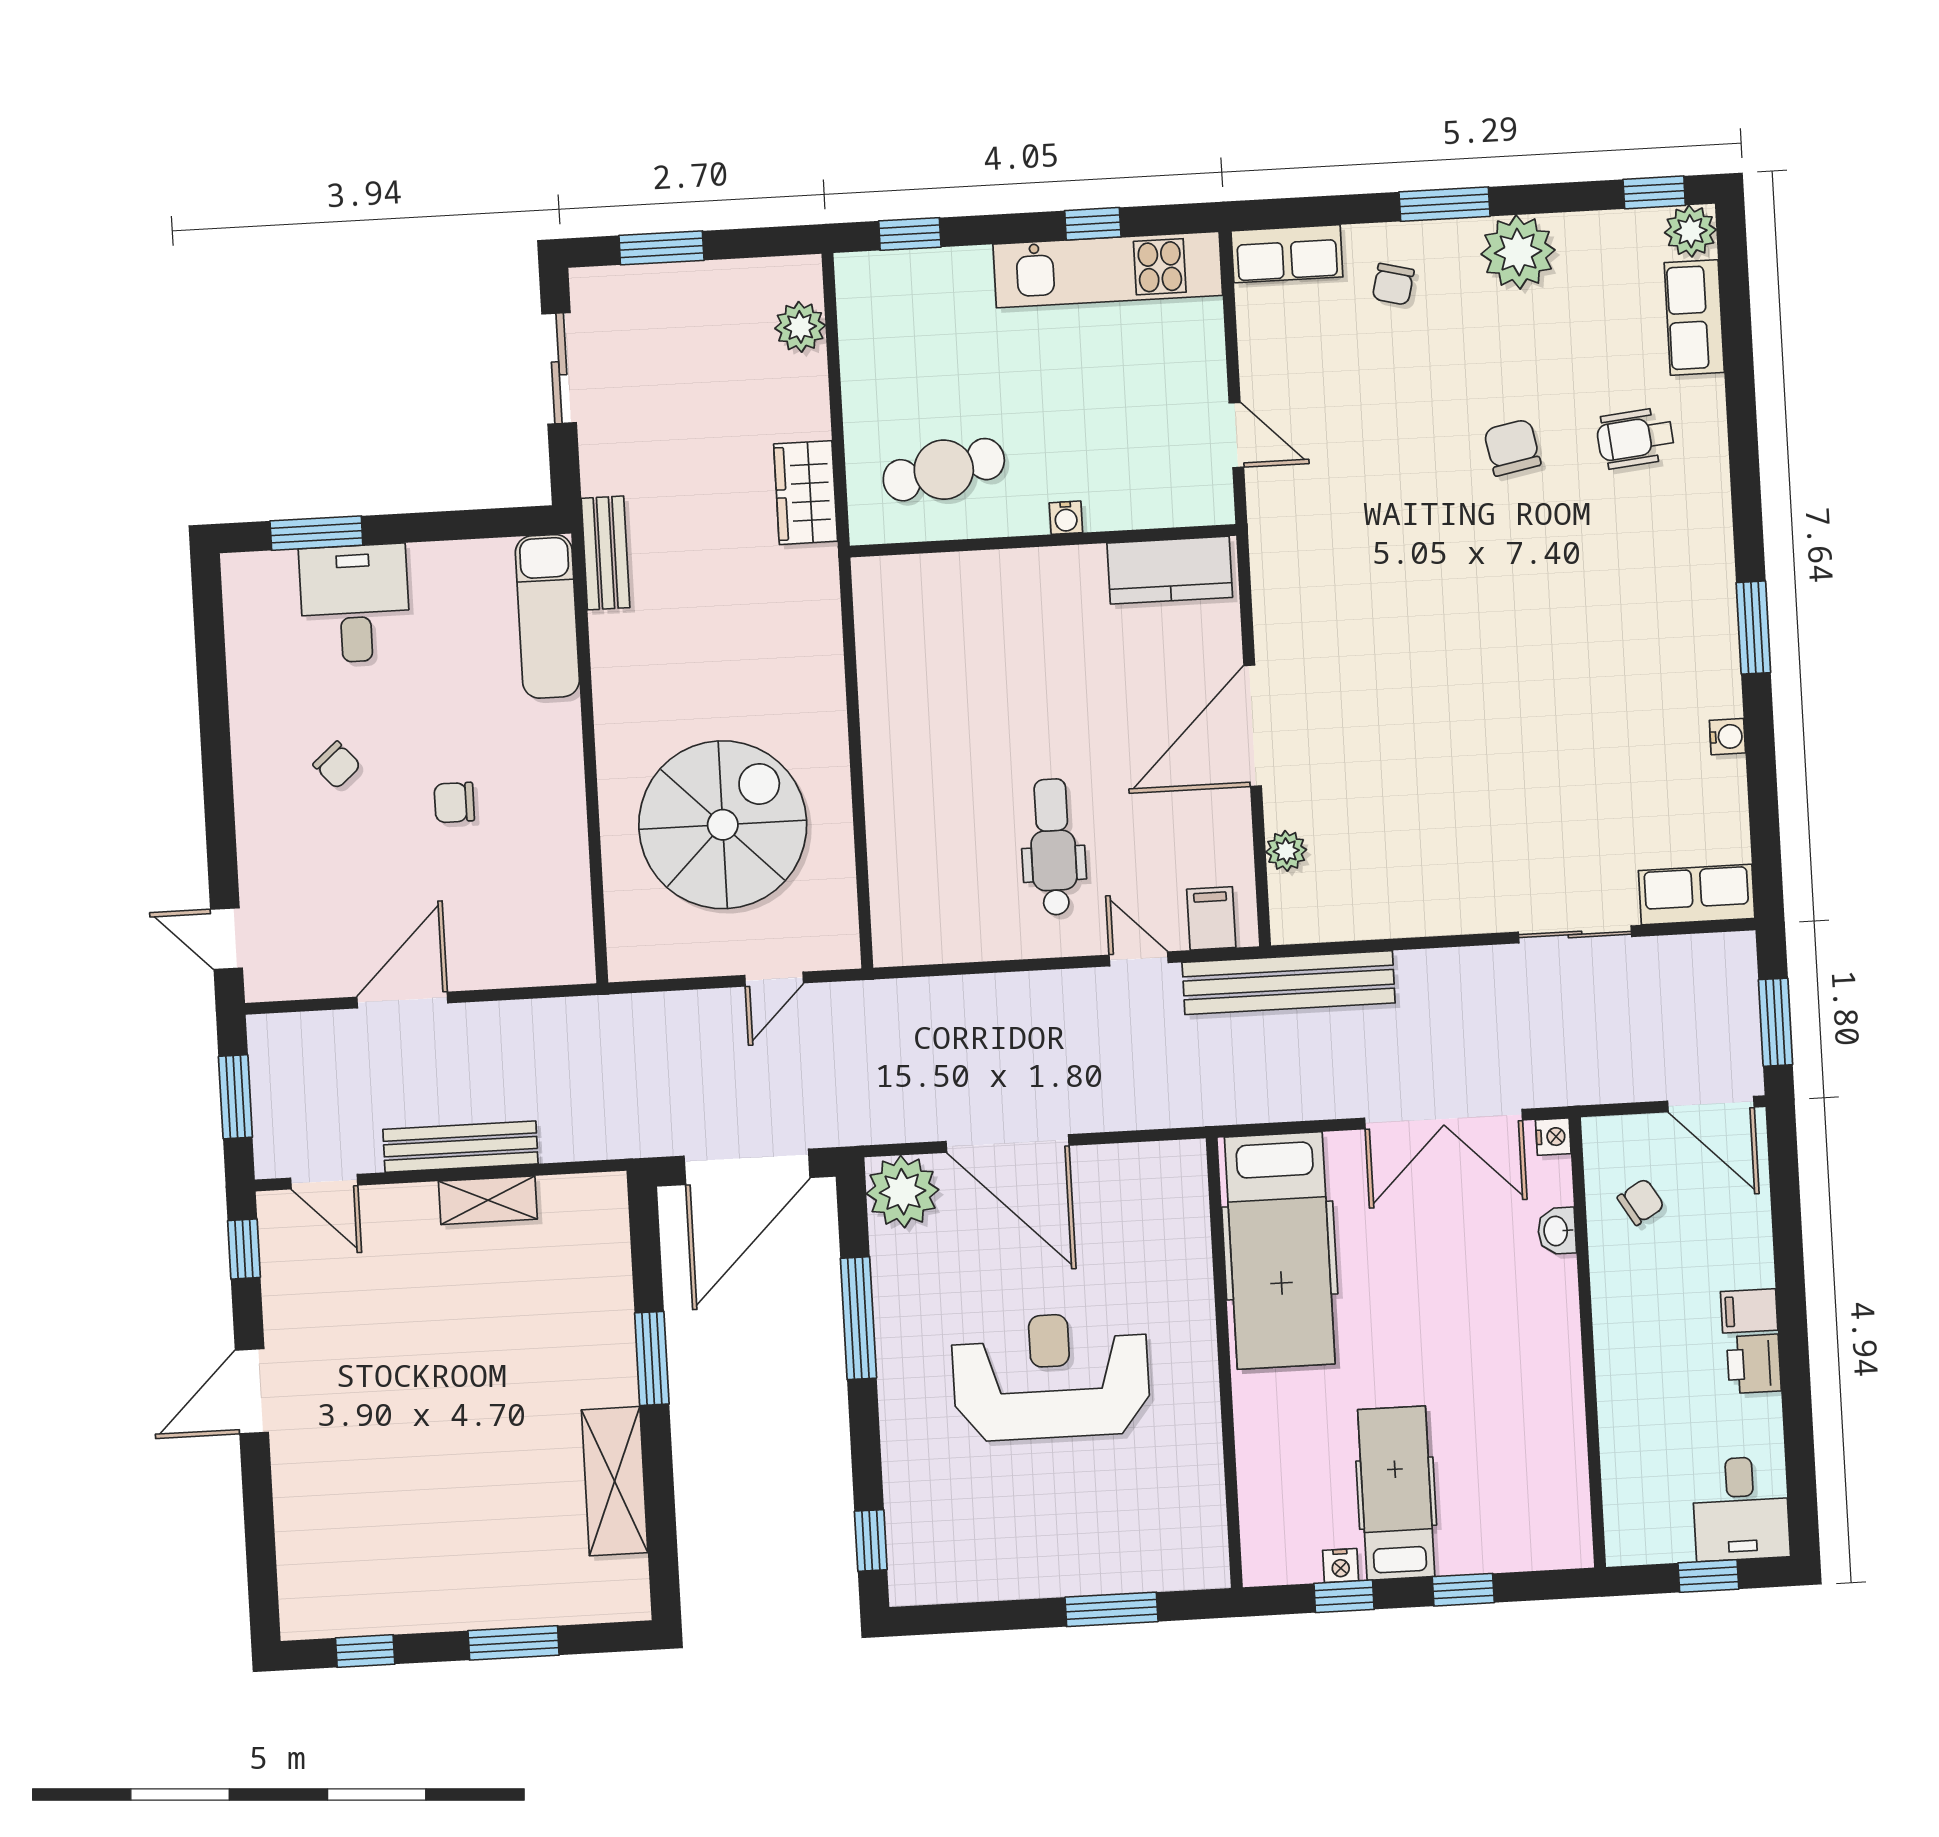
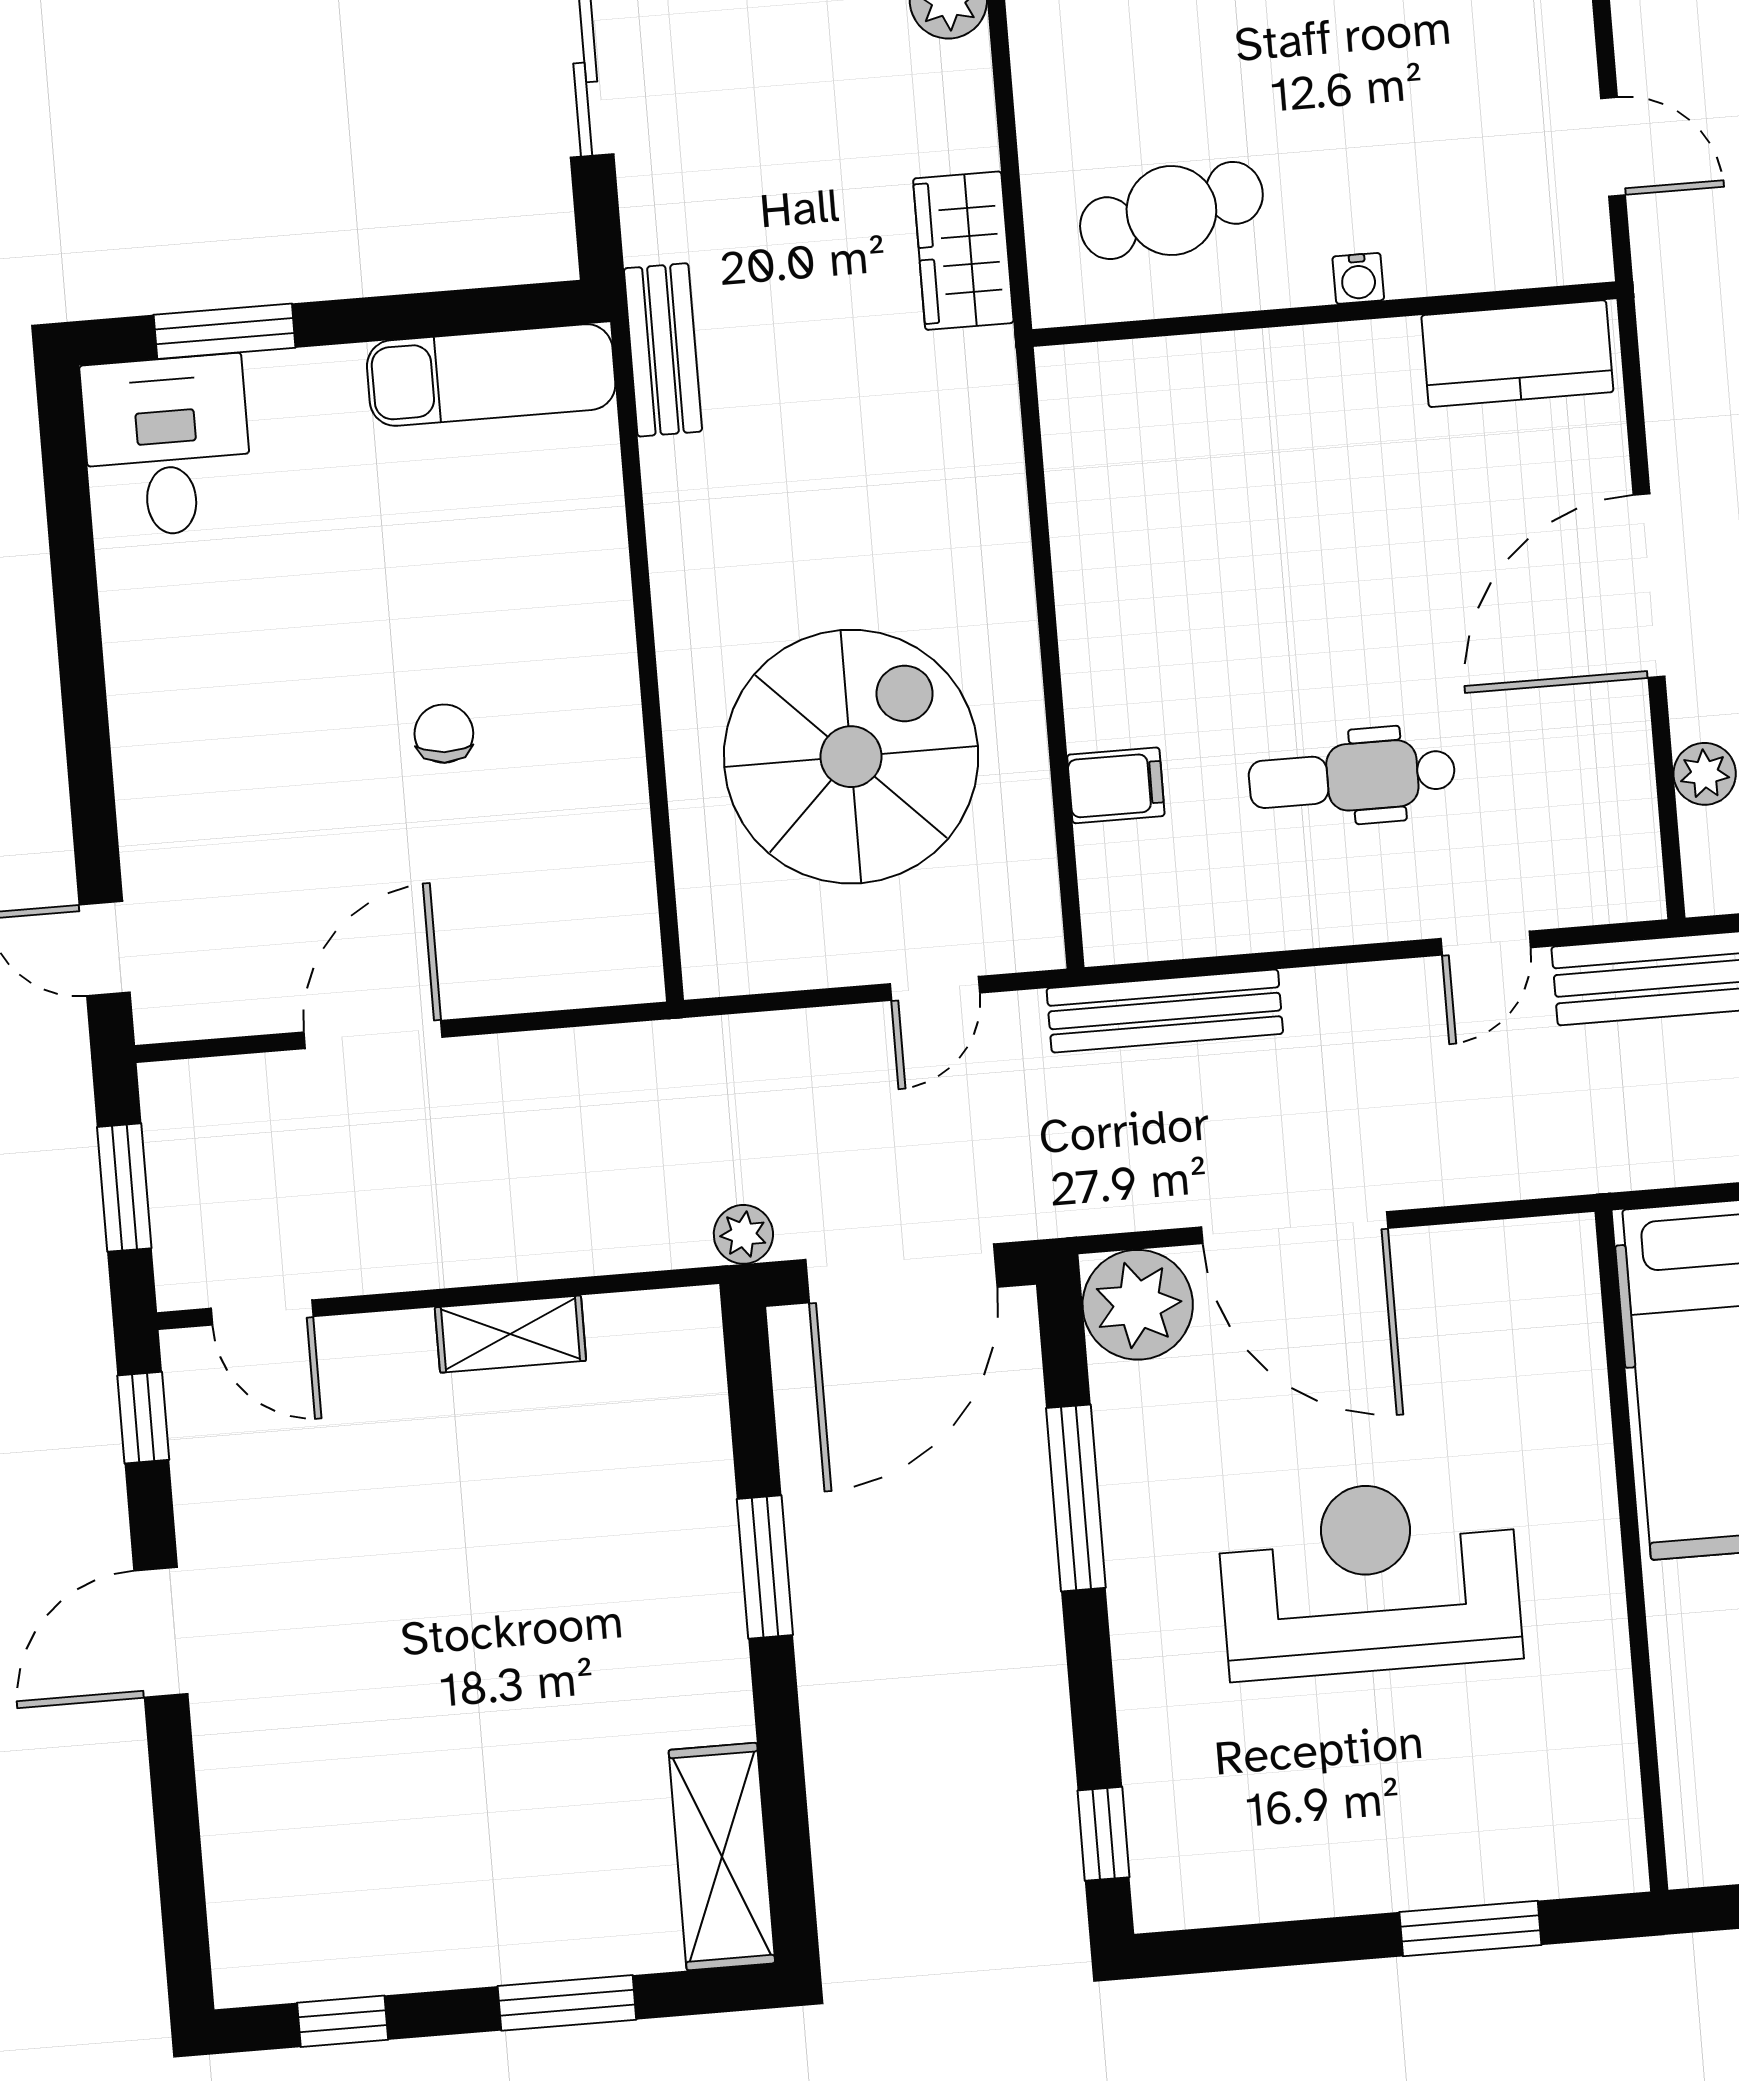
desk: (355, 604) -> (167, 446), moved
exam couch: (547, 616) -> (491, 375), moved, turned -90
chair: (337, 765) -> (265, 682), removed
chair: (454, 802) -> (444, 734), turned 93
dental chair: (1053, 847) -> (1352, 777), turned -90
filing cabinet: (1211, 918) -> (1116, 785), moved, turned 90
door: (1139, 959) -> (1486, 943), swing flipped
plant: (643, 1138) -> (743, 1234), added
bench: (460, 1147) -> (1165, 1011), moved
shelving: (615, 1481) -> (722, 1857), moved

